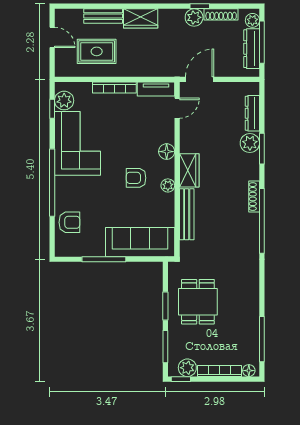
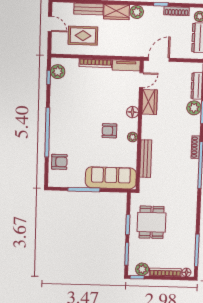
plant: (194, 17) -> (137, 12), moved
corner sofa: (78, 143) -> (67, 104), removed
wardrobe: (189, 170) -> (150, 102), moved

